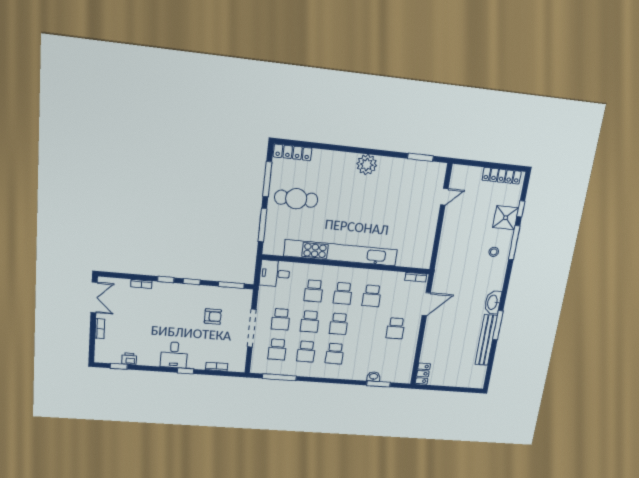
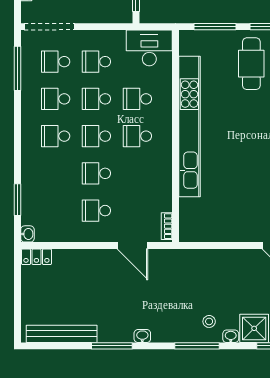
washbasin: (508, 236) -> (231, 336), added
window: (514, 243) -> (197, 346), moved
desk: (275, 274) -> (149, 48), width x1.37
school desk: (372, 296) -> (96, 173), moved
washbasin: (493, 302) -> (142, 336), width x0.52, depth x0.69
doorway: (252, 328) -> (50, 27), moved
bench: (486, 340) -> (62, 334), moved
washbasin: (374, 377) -> (27, 234), moved

